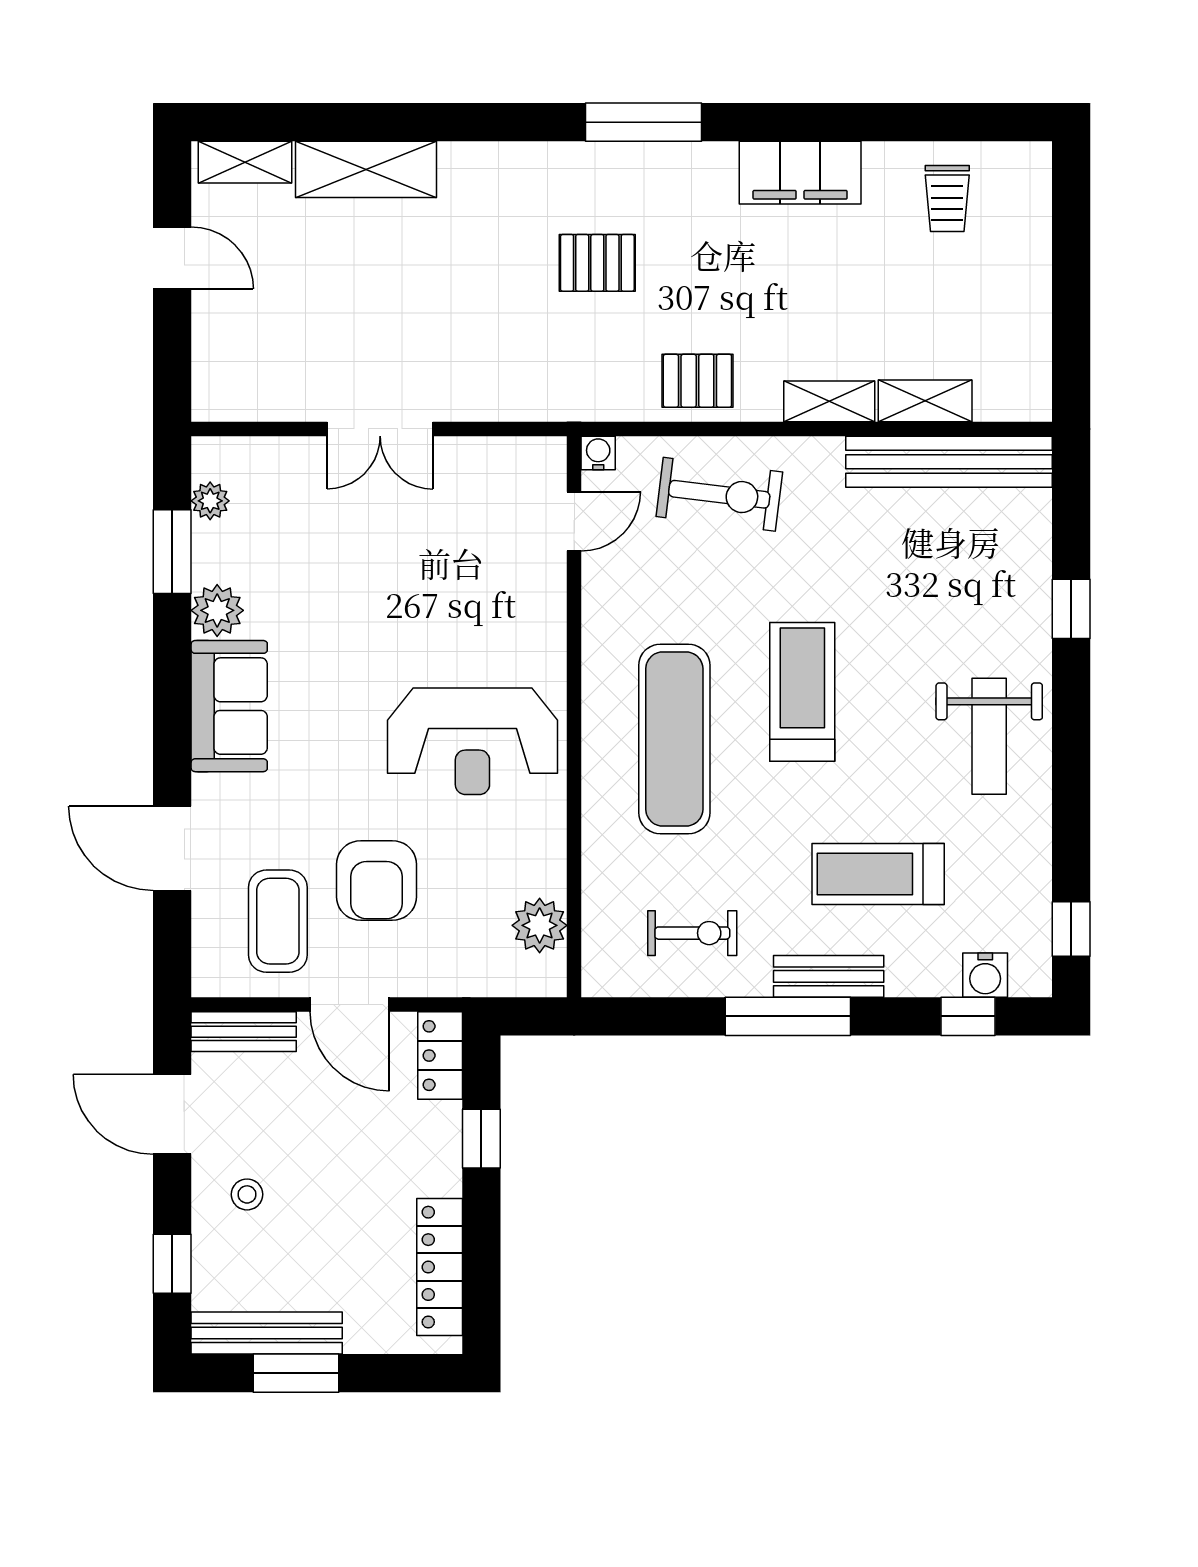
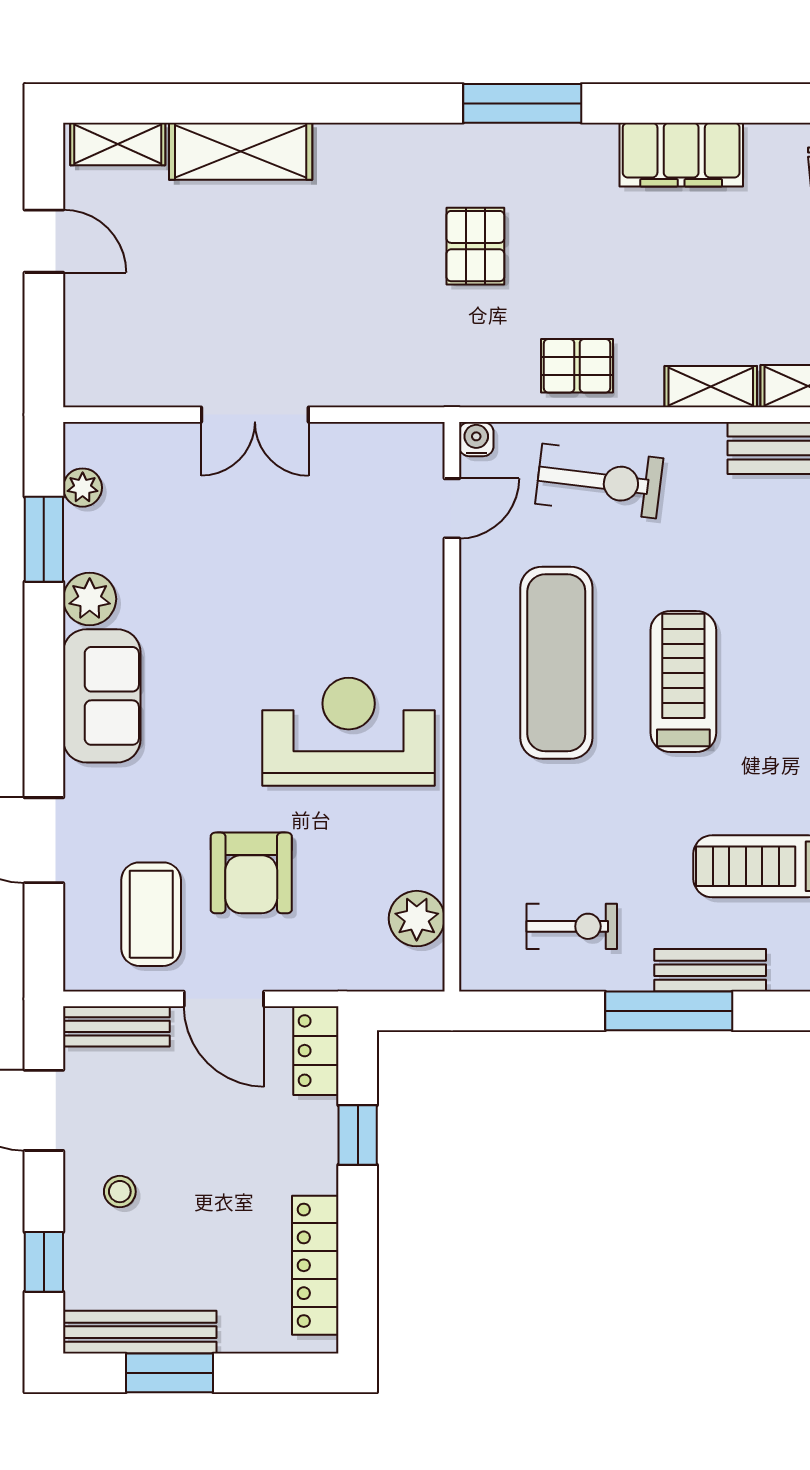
pallet: (597, 263) -> (475, 246), turned 90
exercise mat: (674, 739) -> (556, 663), moved
reception desk: (472, 741) -> (349, 732), turned 180

